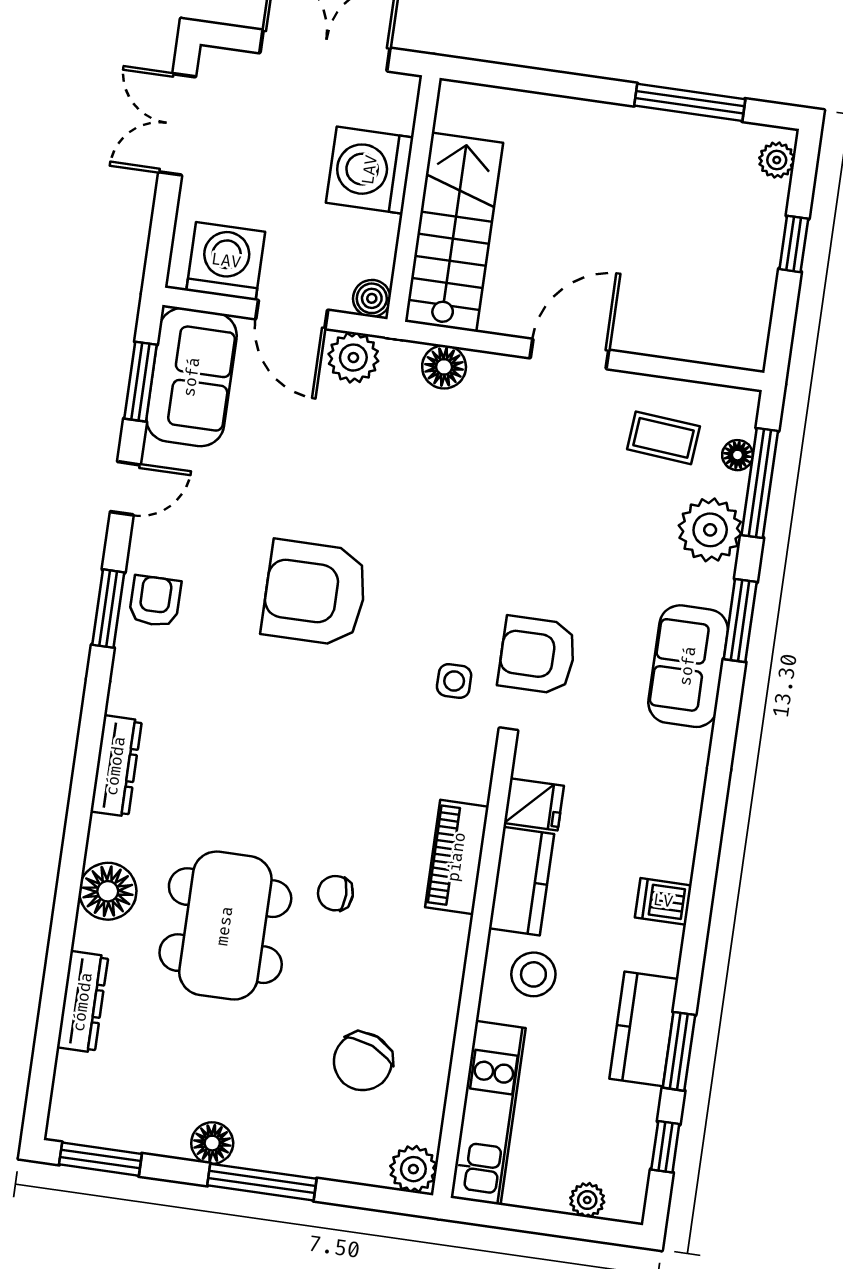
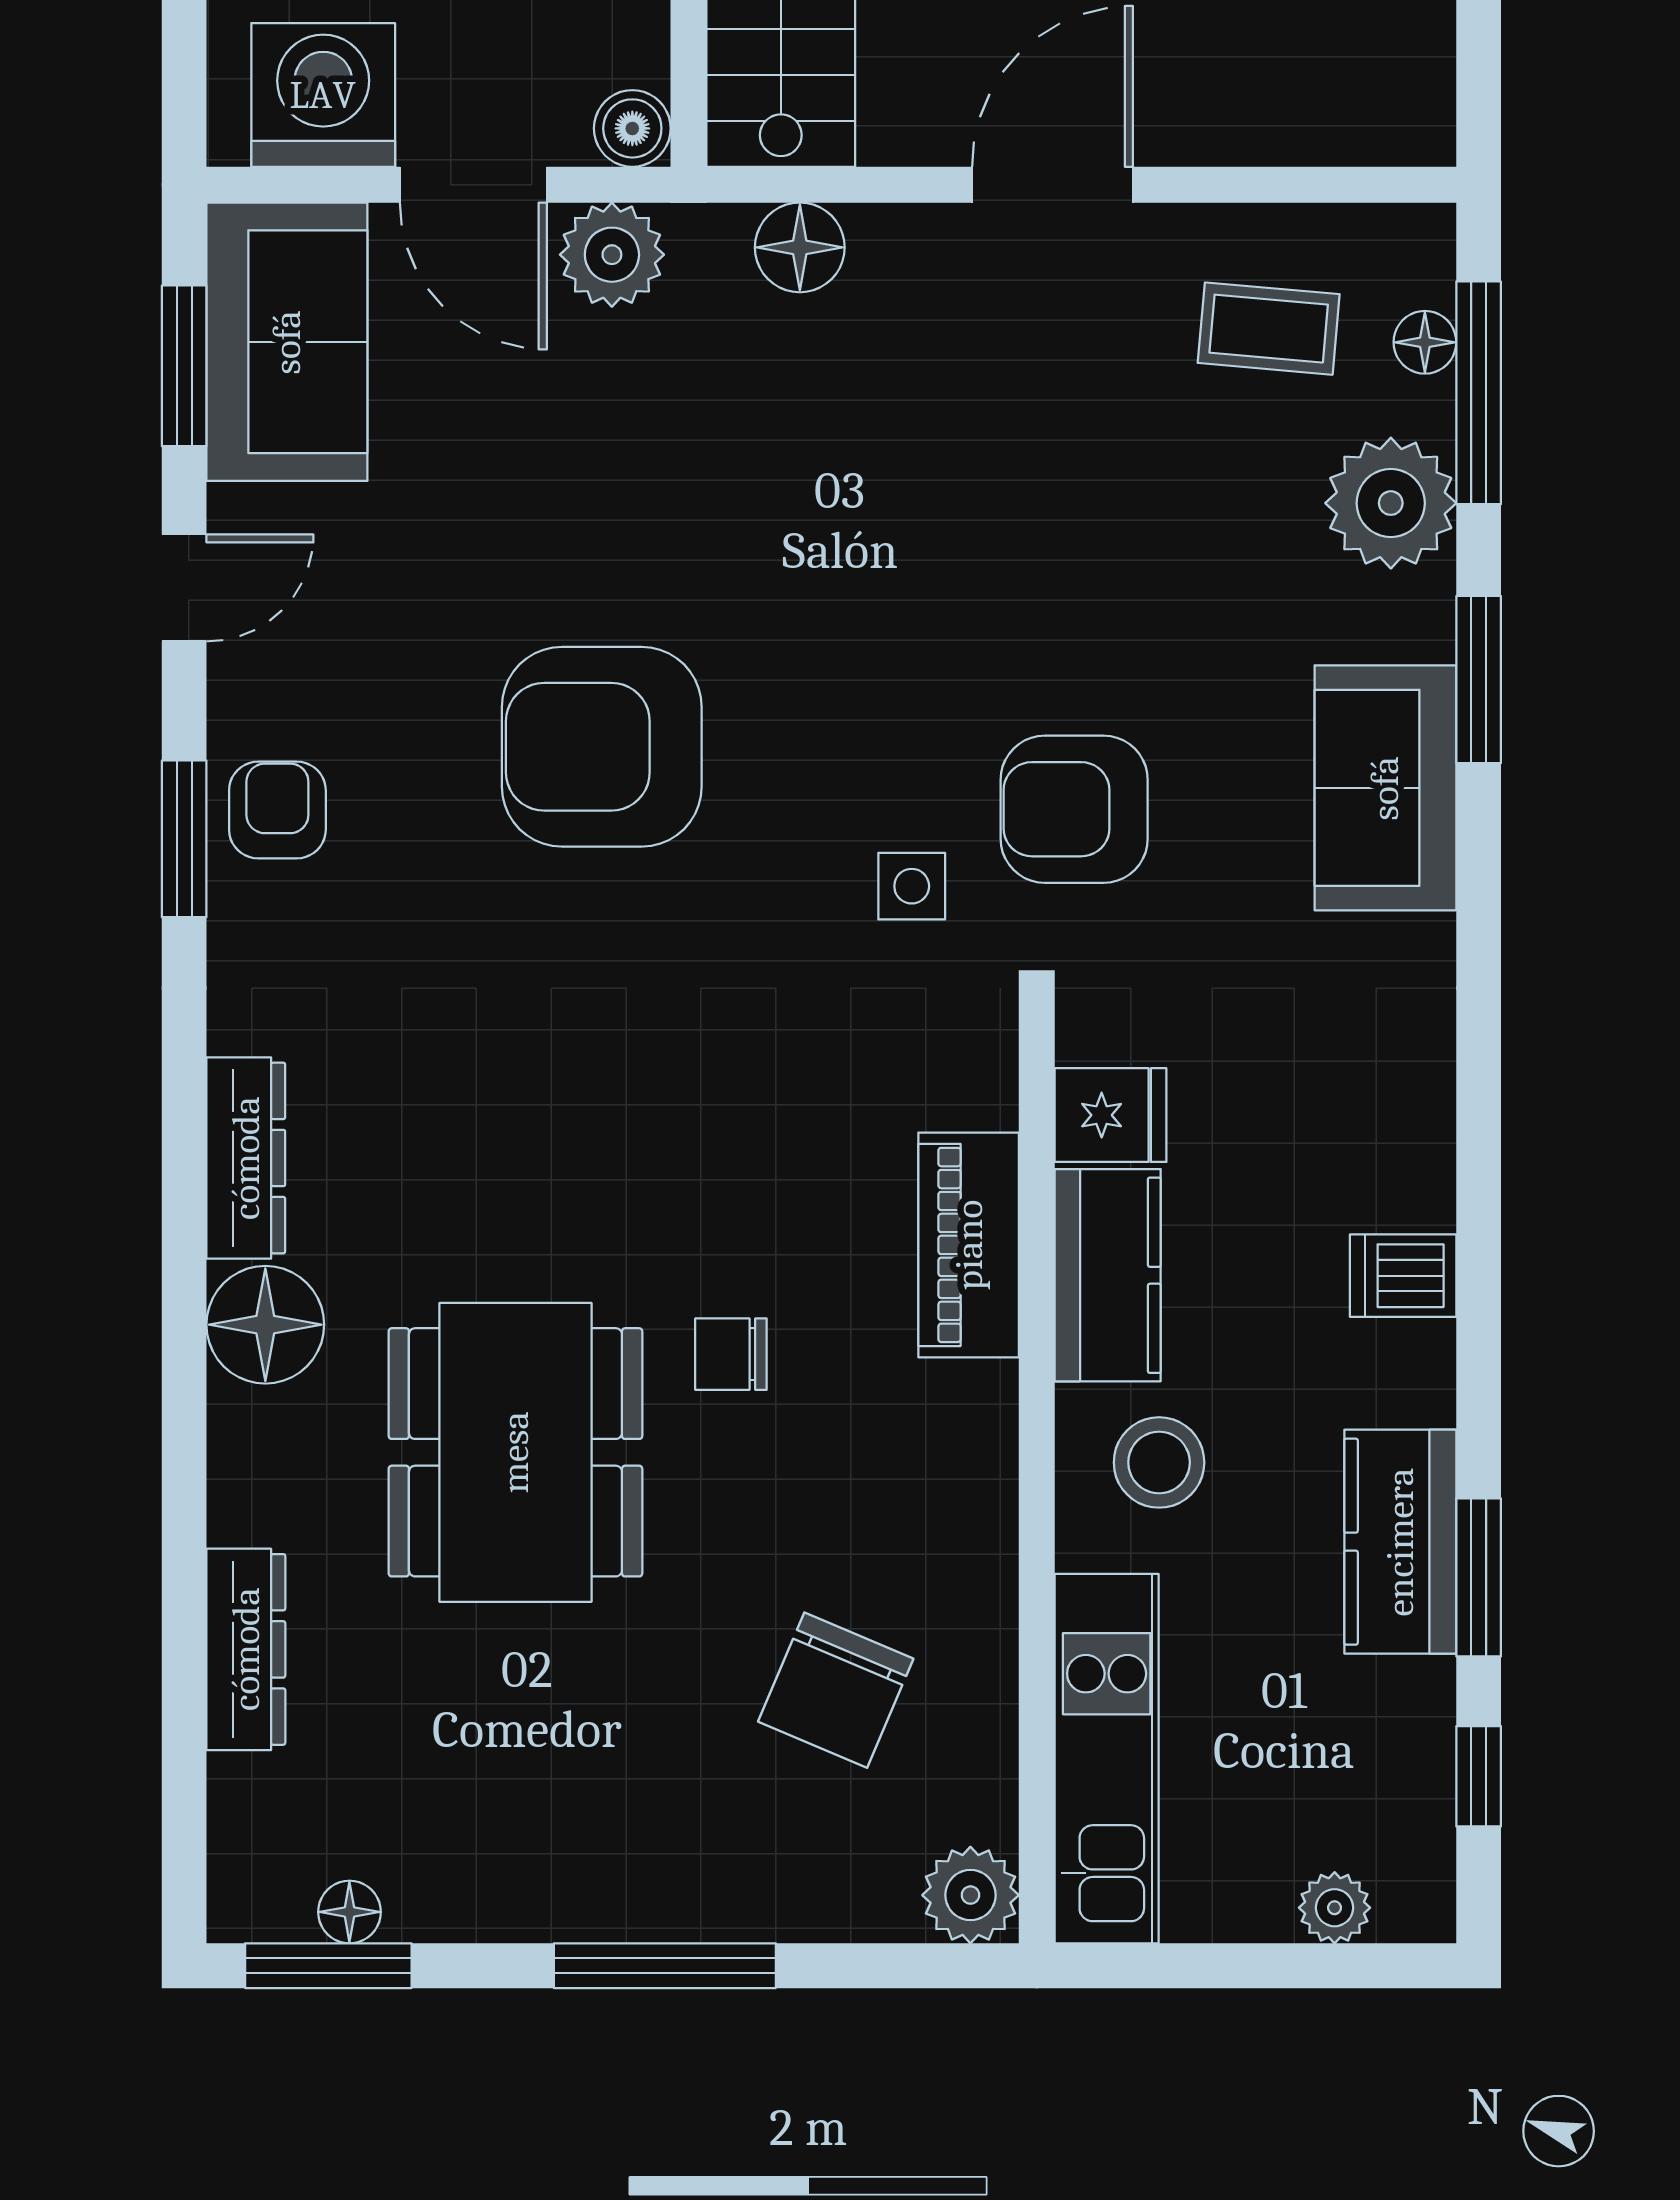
floor lamp: (108, 891) -> (265, 1325), moved
floor lamp: (212, 1143) -> (349, 1912), moved, width x0.73, depth x0.73

